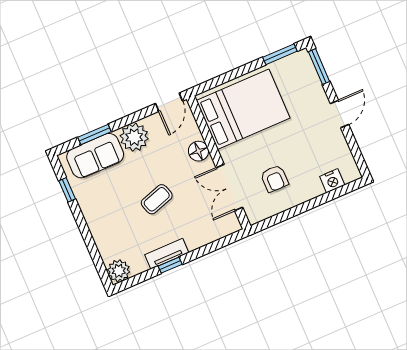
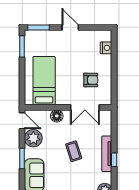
bed: (243, 109) -> (44, 81), width x0.67
window: (94, 135) -> (22, 158), moved
plant: (134, 137) -> (33, 138), moved
tv unit: (167, 254) -> (107, 154), width x1.41

